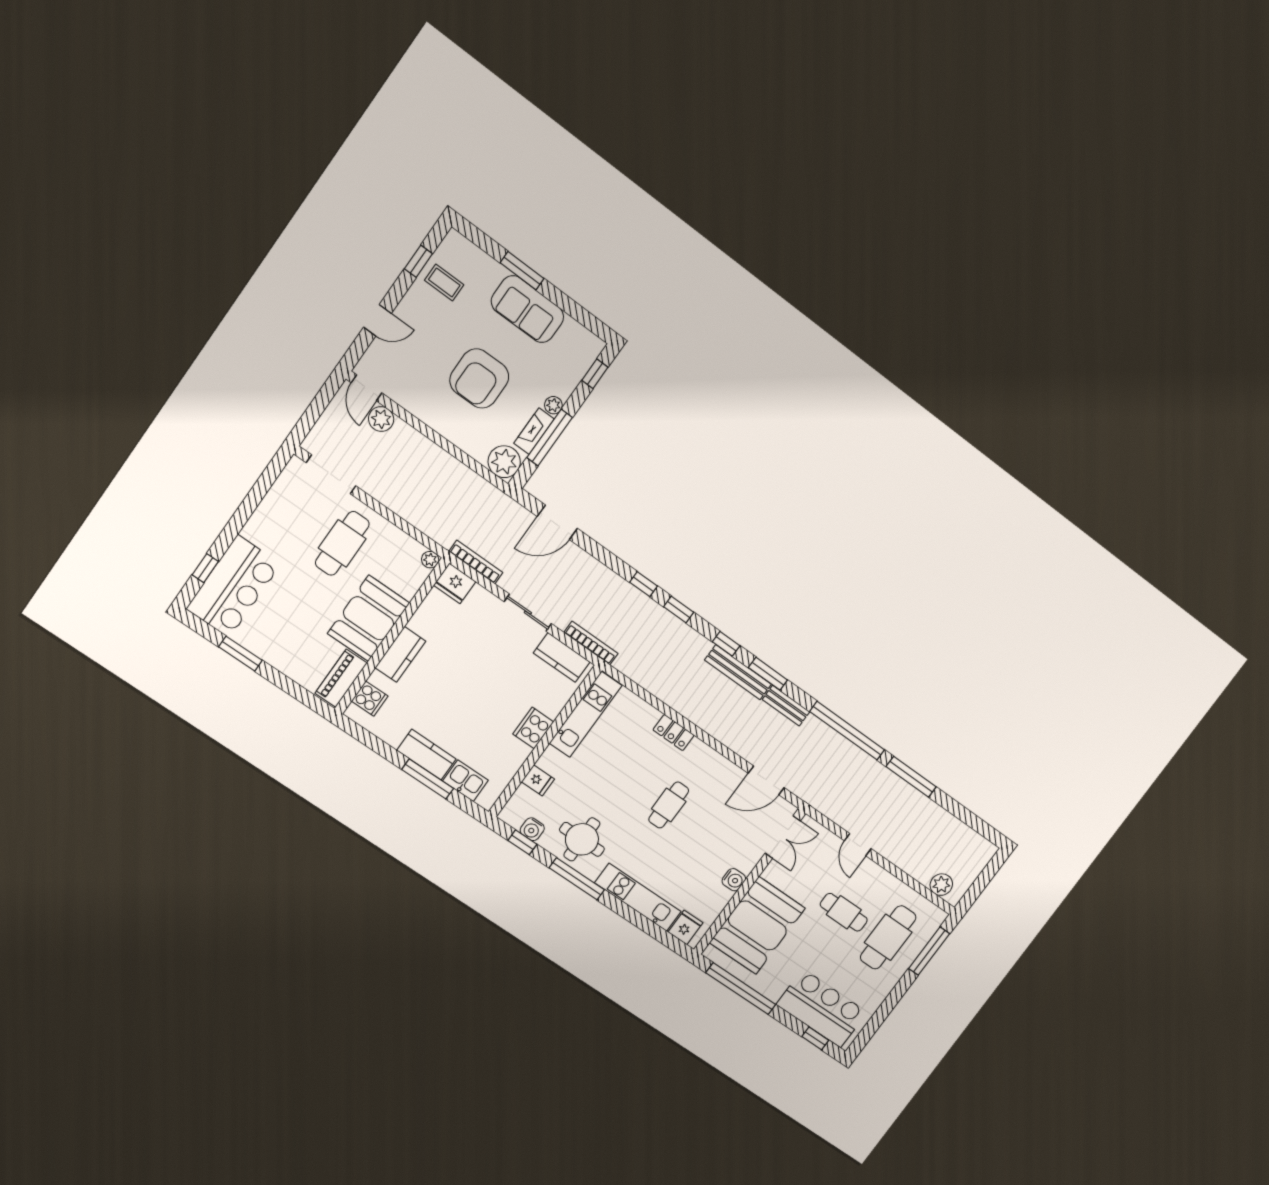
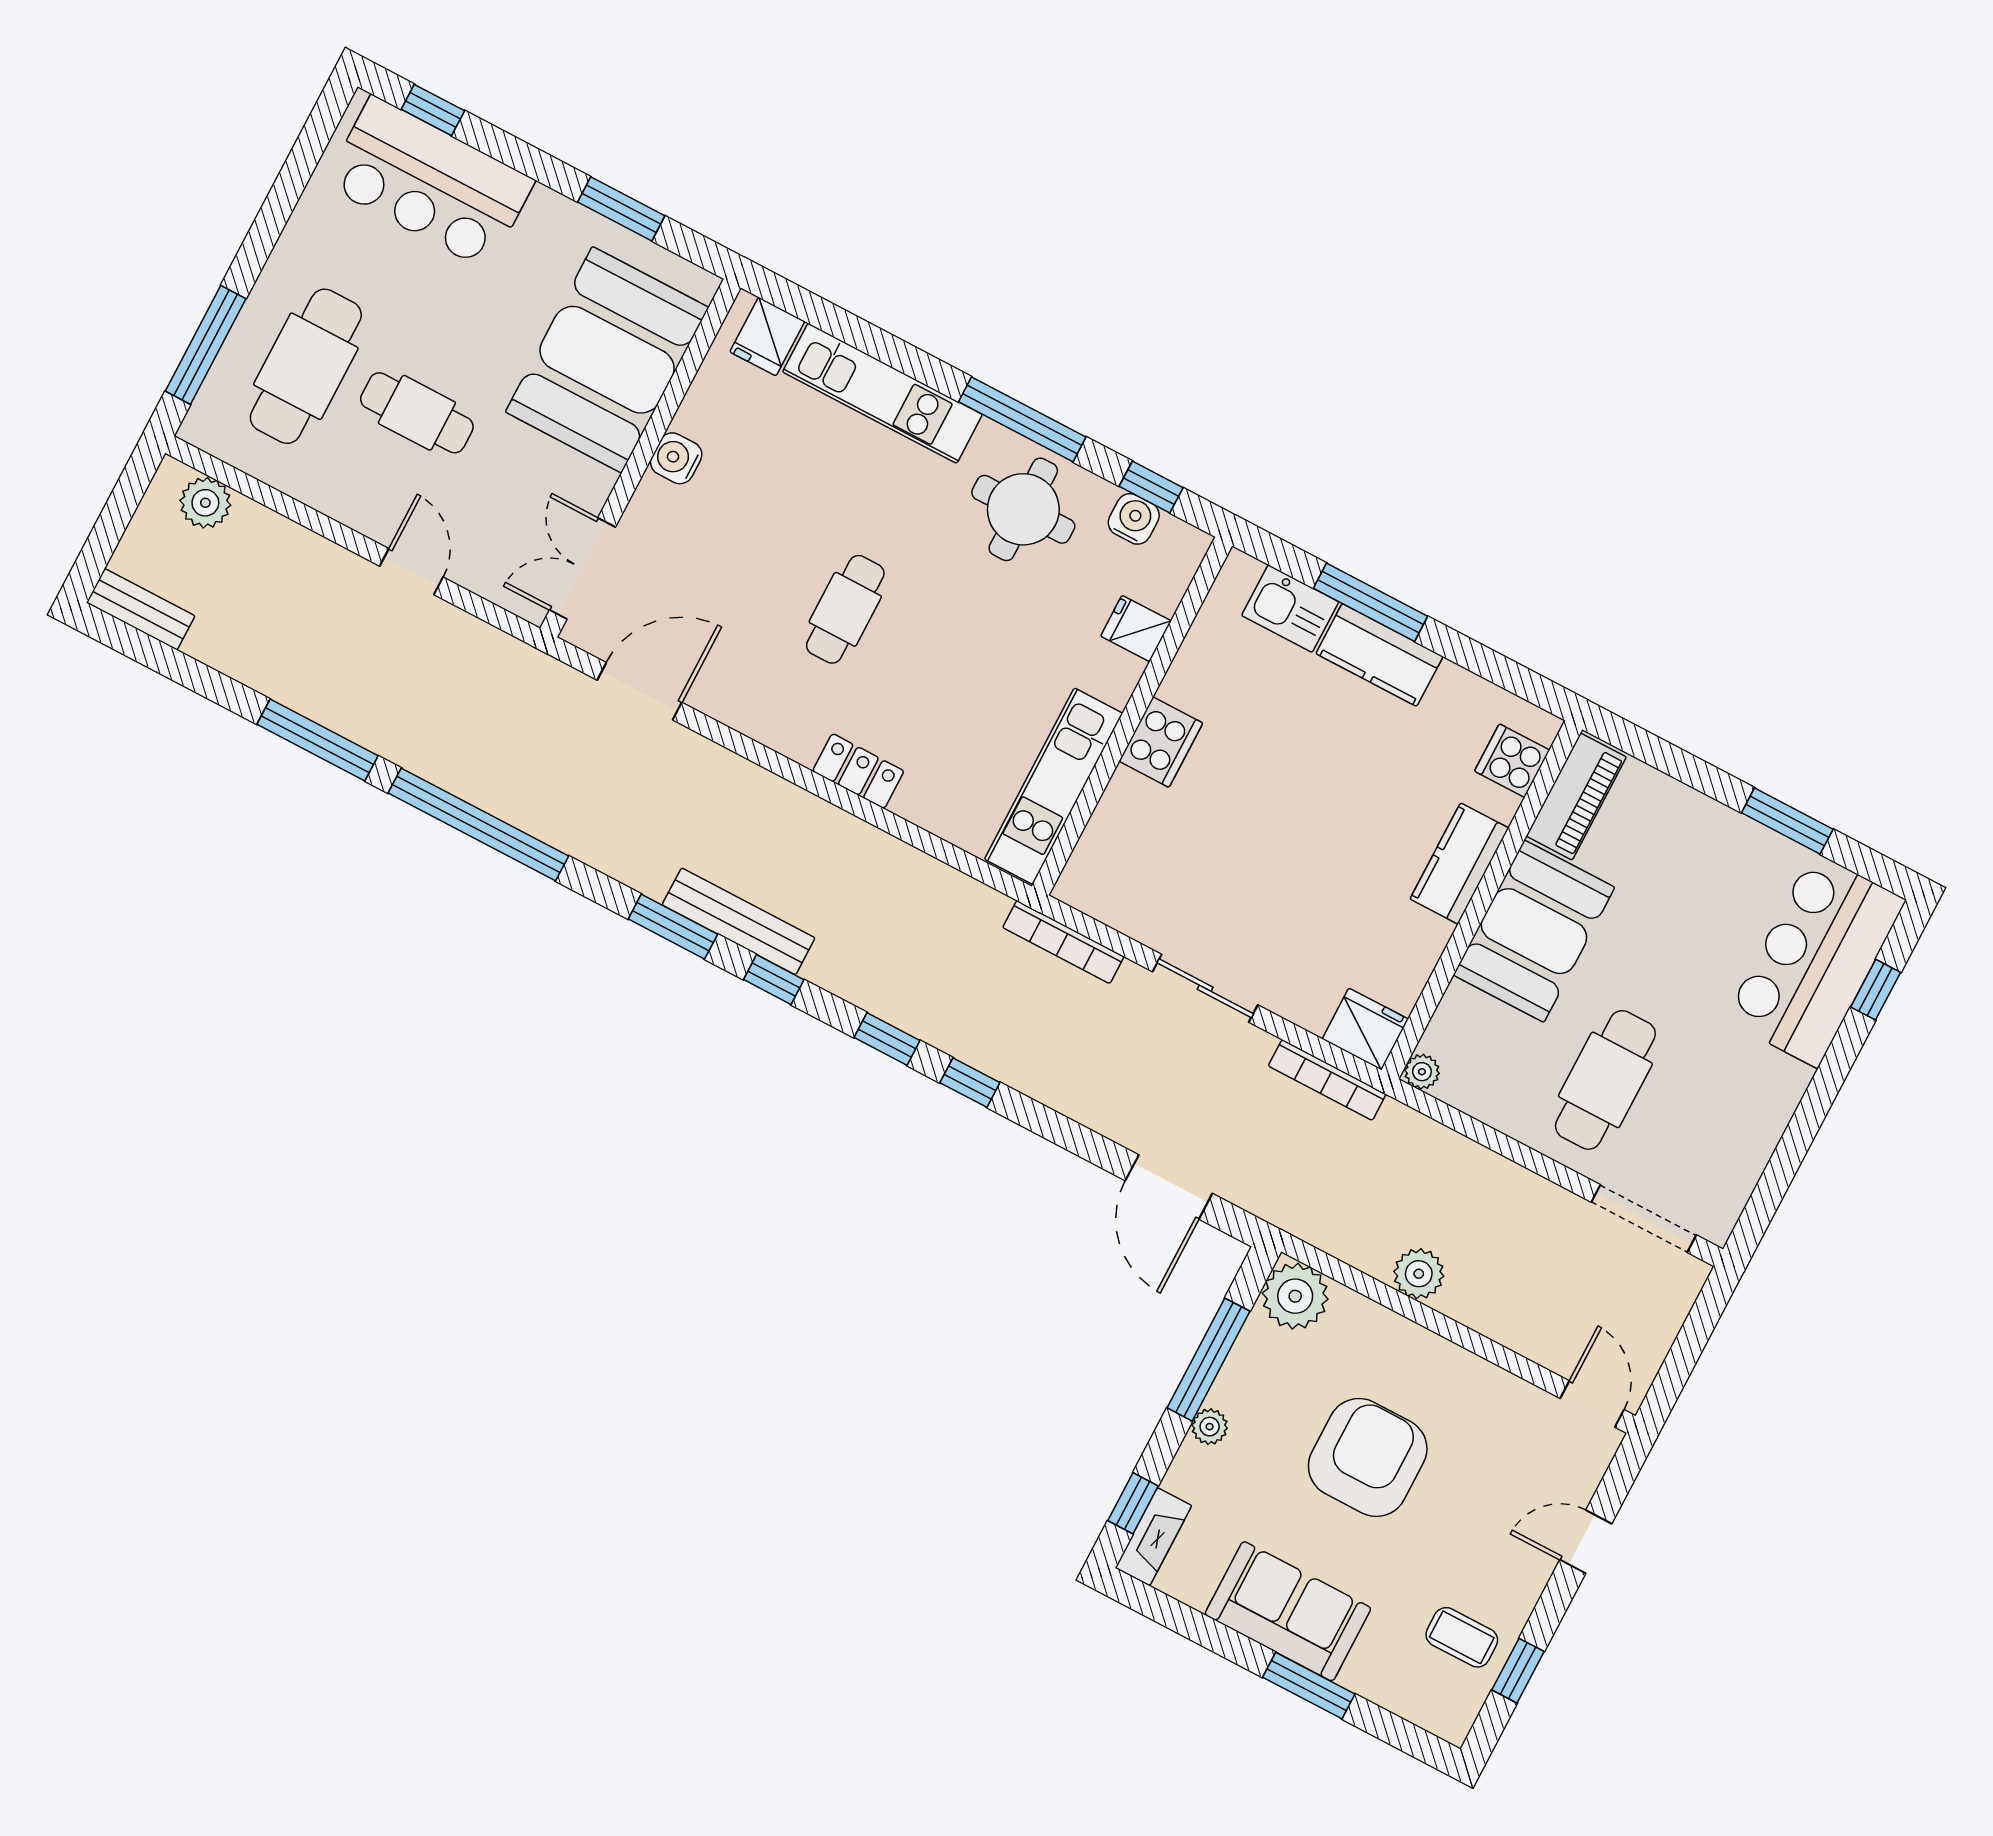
plant: (381, 419) -> (1419, 1274), moved
fireplace: (534, 431) -> (1153, 1537), moved
door: (557, 522) -> (1169, 1187), swing flipped
kitchen counter: (562, 657) -> (1121, 903), removed
bench: (786, 706) -> (141, 609), moved
window: (741, 989) -> (621, 209), width x0.47

